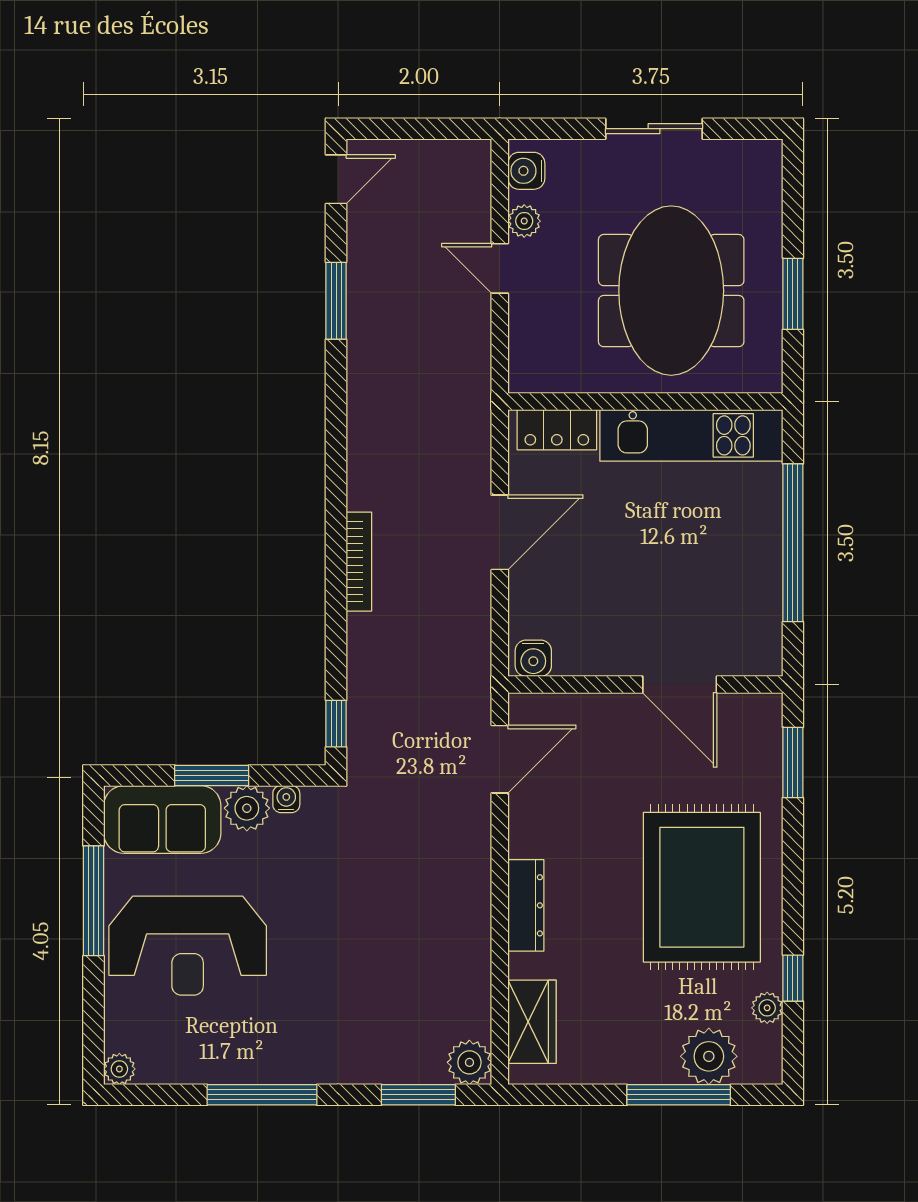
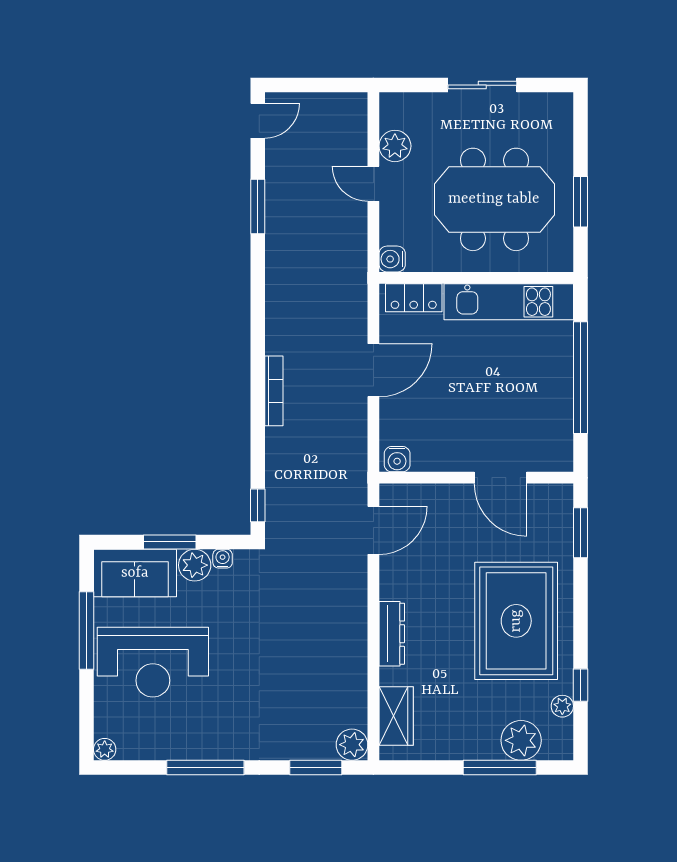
water cooler: (526, 171) -> (392, 259), moved
plant: (524, 221) -> (395, 146), width x1.38, depth x1.38
meeting table: (671, 291) -> (494, 199), turned 90

